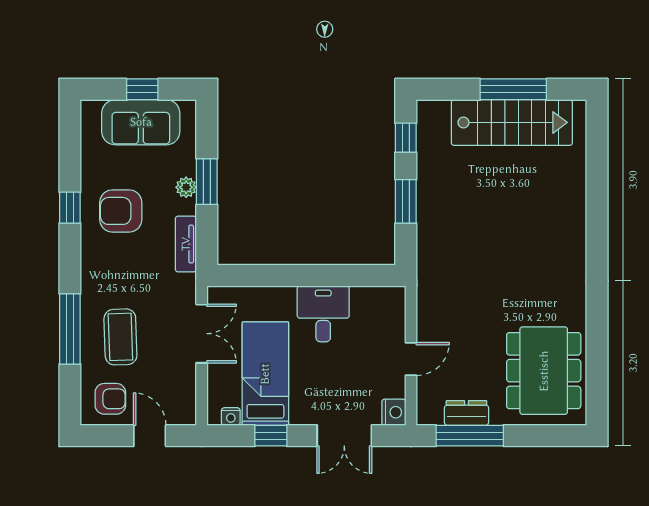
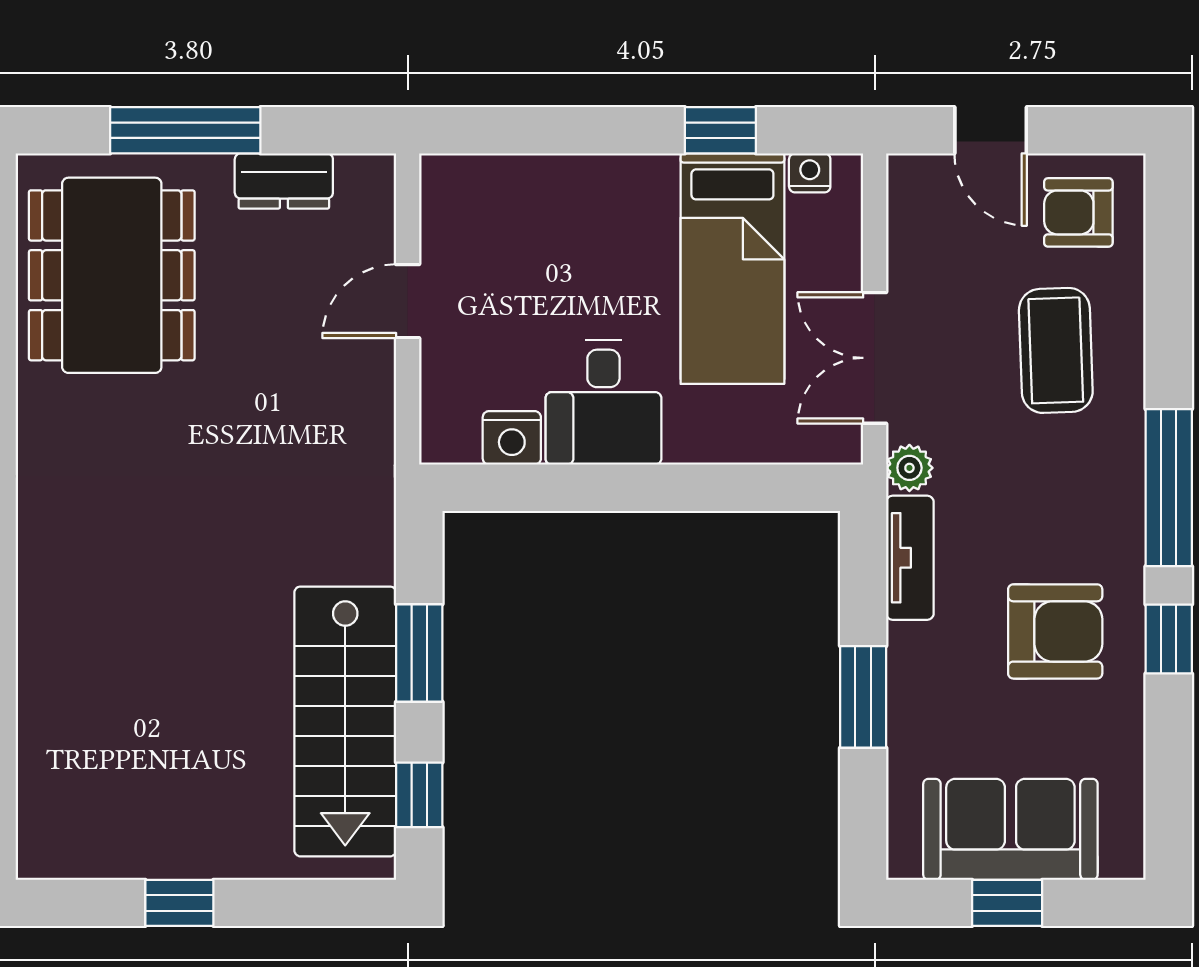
window: (513, 89) -> (179, 903), width x0.46
stairs: (512, 122) -> (345, 721), moved, turned -90
plant: (186, 187) -> (909, 468), moved
window: (70, 329) -> (1169, 488), moved
nightstand: (394, 412) -> (512, 438), moved, turned -90
double door: (344, 436) -> (556, 130), removed
window: (470, 436) -> (185, 130), moved

